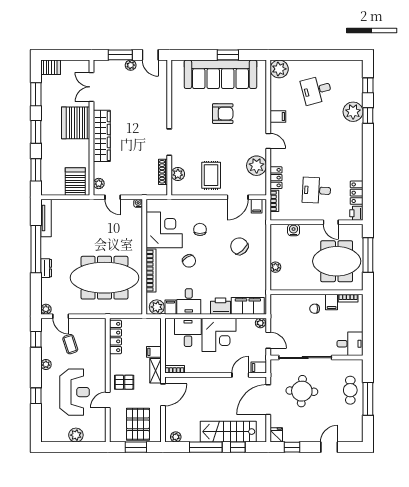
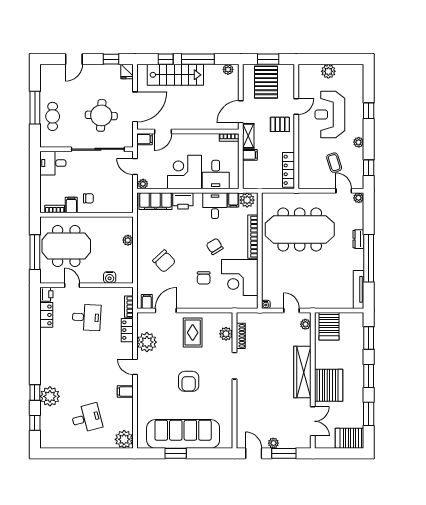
server rack: (51, 67) -> (350, 438), width x1.36, depth x1.44
armchair: (223, 114) -> (189, 381), moved, turned -90

